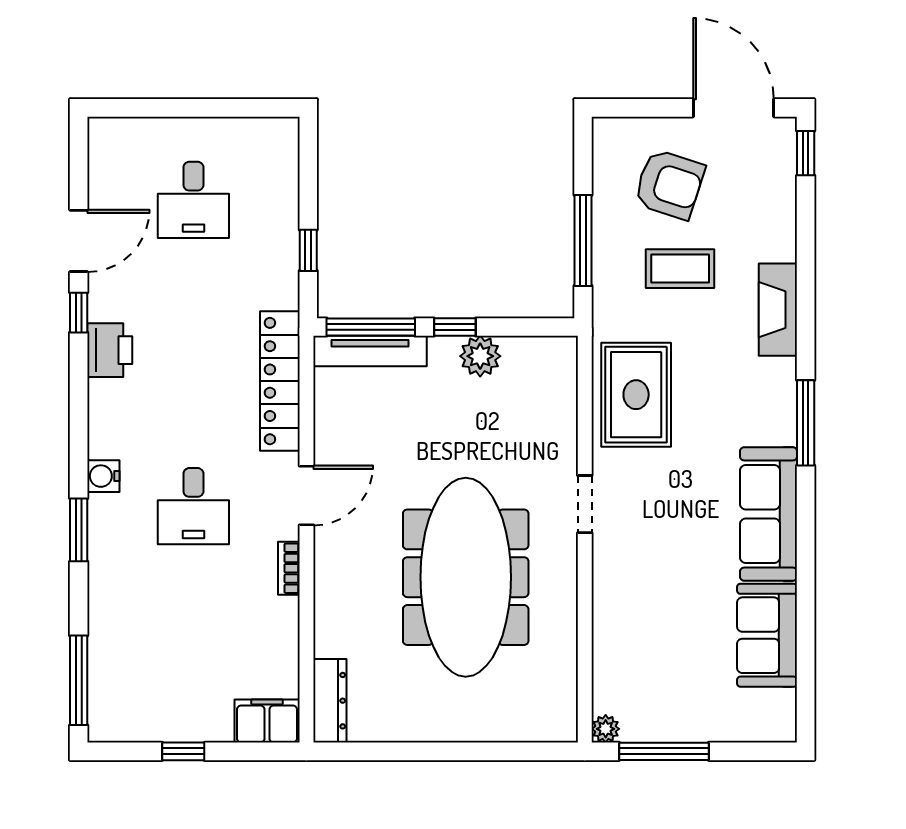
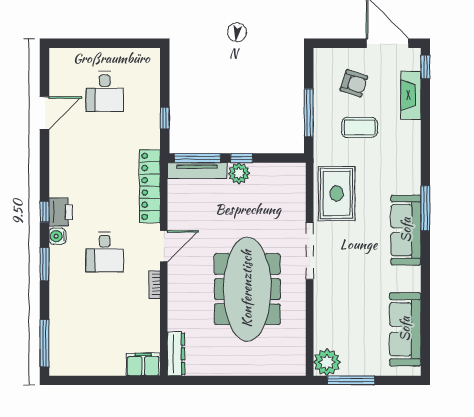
armchair: (669, 184) -> (354, 83), width x0.72, depth x0.72
fireplace: (778, 310) -> (411, 95), moved
window: (79, 313) -> (45, 212), moved
printer: (110, 350) -> (61, 212), moved
plant: (480, 356) -> (239, 173), moved
doorway: (585, 504) -> (310, 251), width x1.87
sofa: (768, 514) -> (406, 230), moved
sofa: (767, 635) -> (405, 329), width x1.36
plant: (606, 729) -> (327, 362), width x1.87, depth x1.87
window: (183, 751) -> (99, 380), removed

